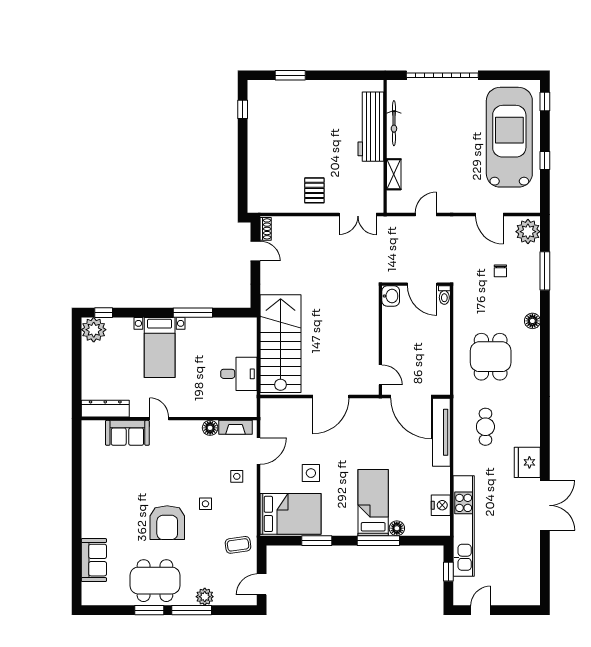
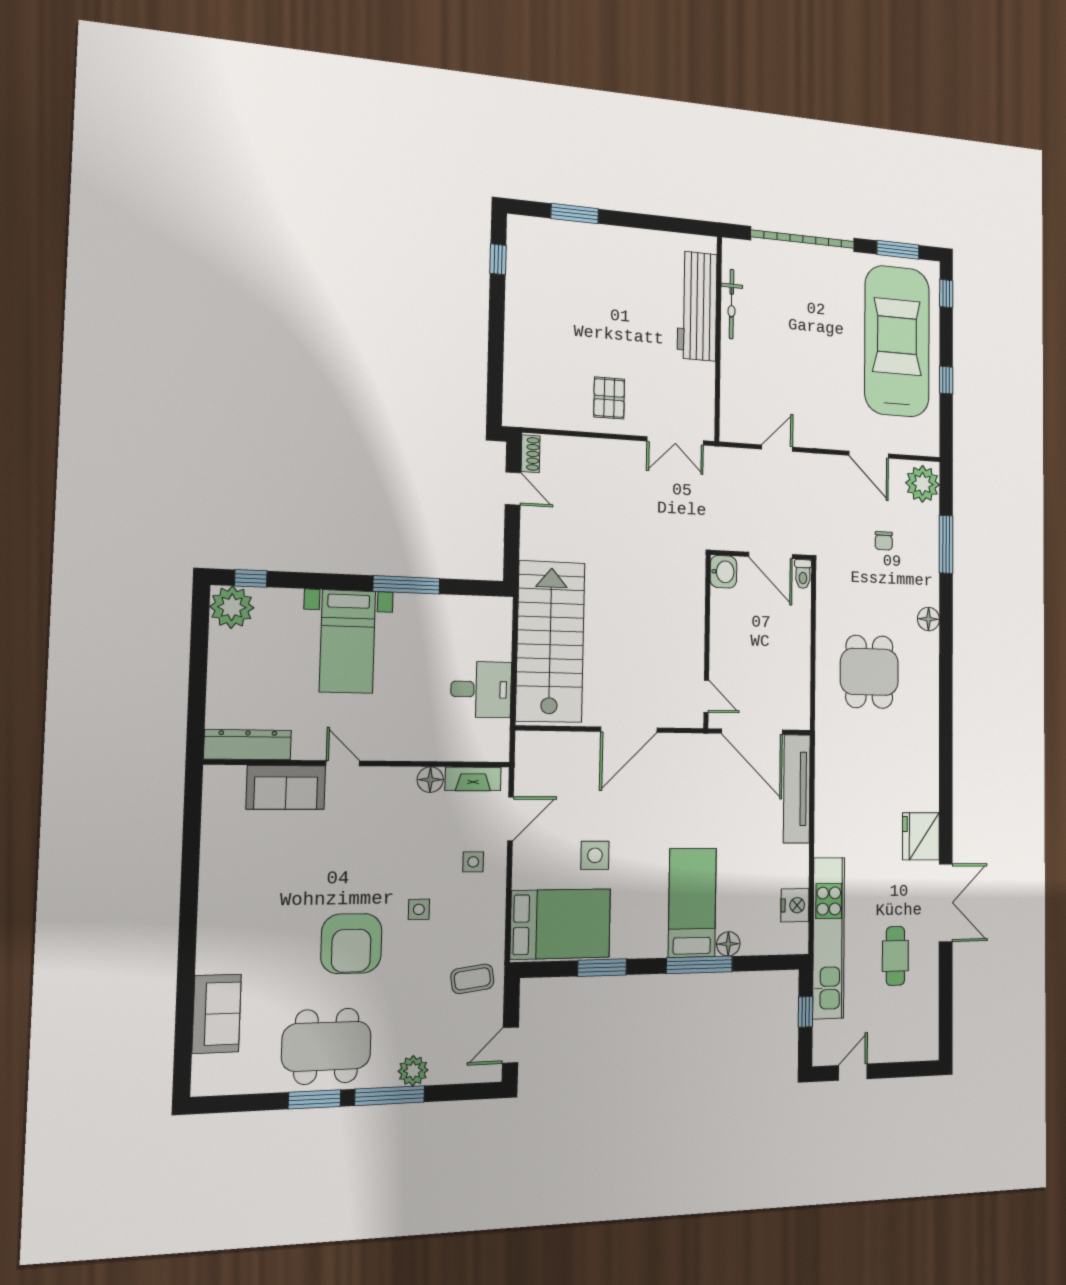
window: (510, 75) -> (898, 250), added
shelving: (394, 174) -> (730, 383), removed
cafe table: (485, 427) -> (895, 956), moved

